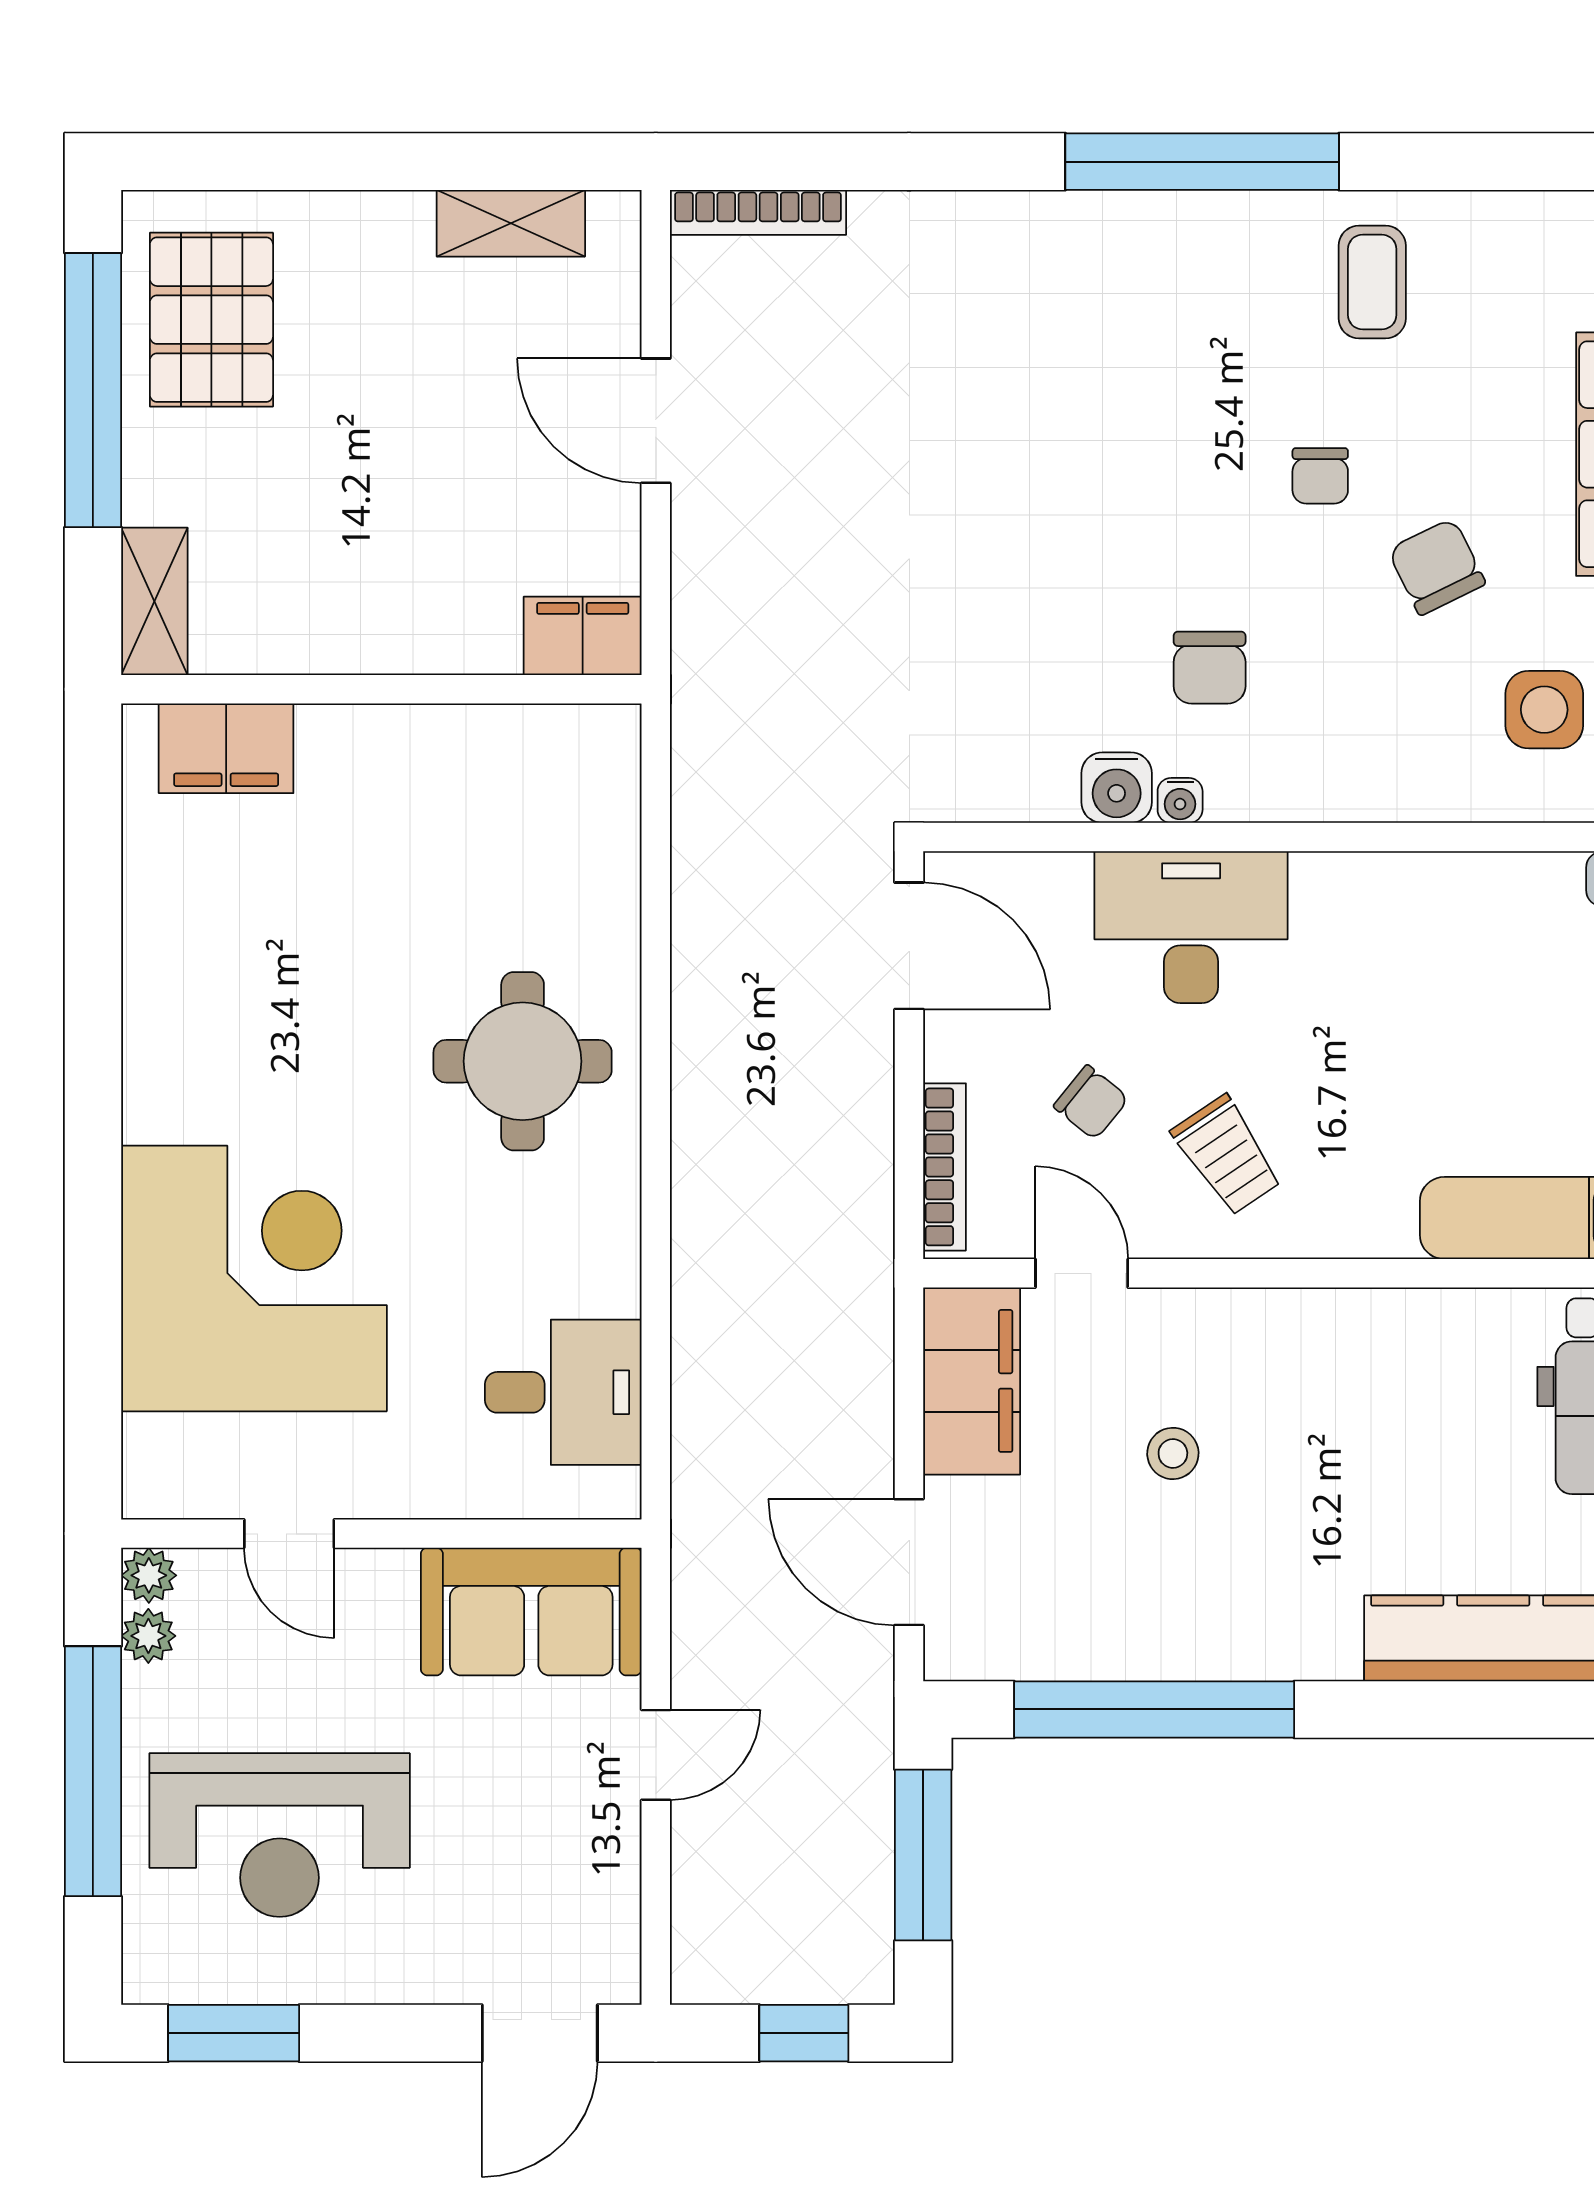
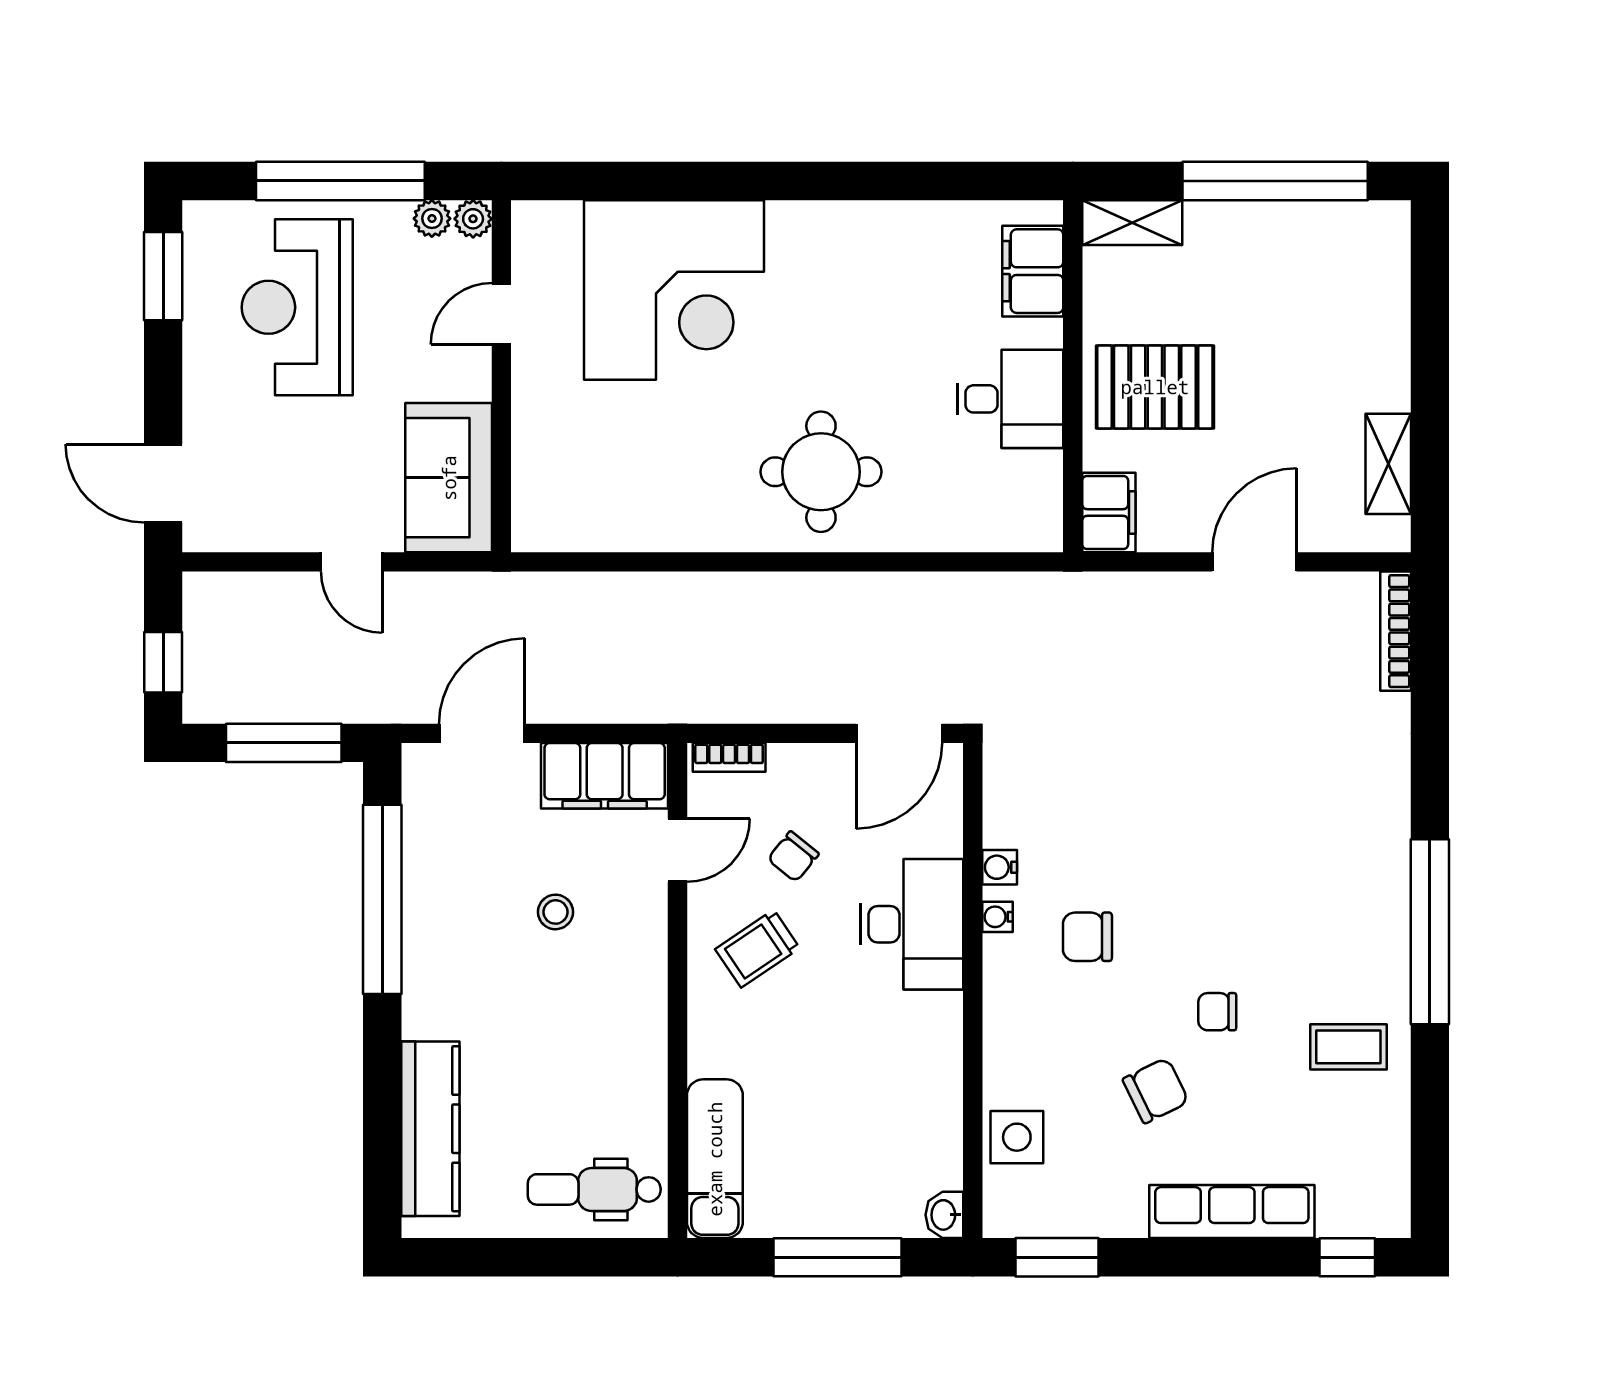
pallet: (211, 320) -> (1155, 387), moved
side table: (1544, 710) -> (1017, 1137), moved
water cooler: (1117, 788) -> (1000, 867), width x0.72, depth x0.72
bookcase: (945, 1167) -> (729, 757), width x0.64
desk: (563, 1392) -> (1010, 399), moved, turned -90

